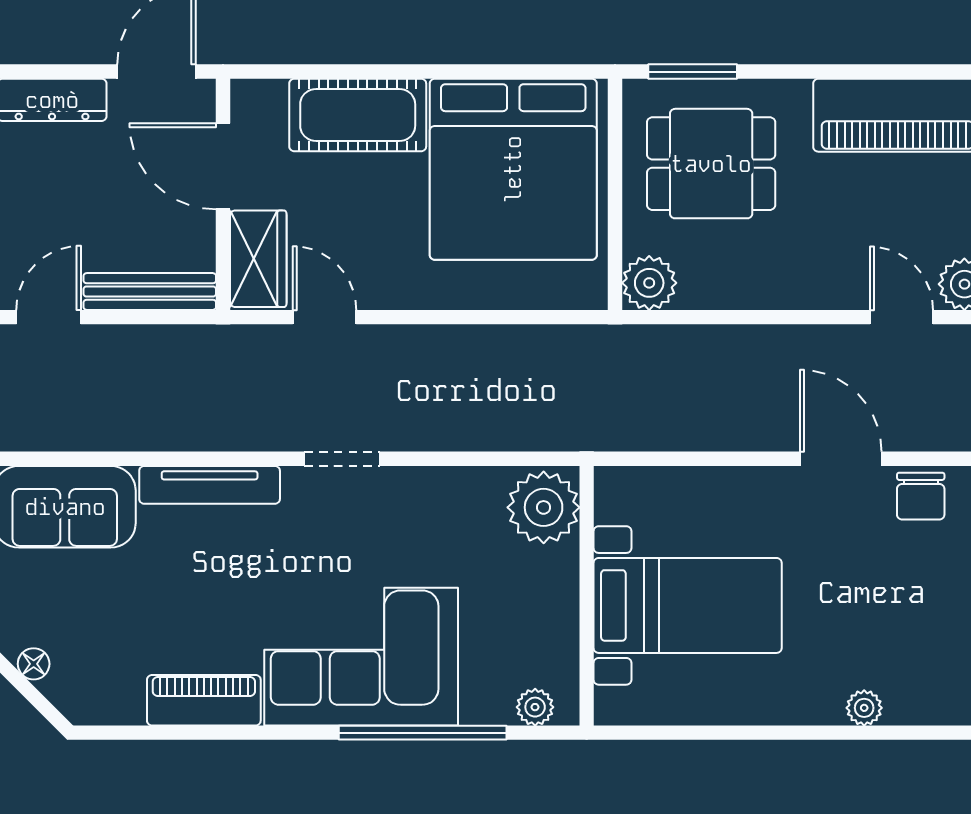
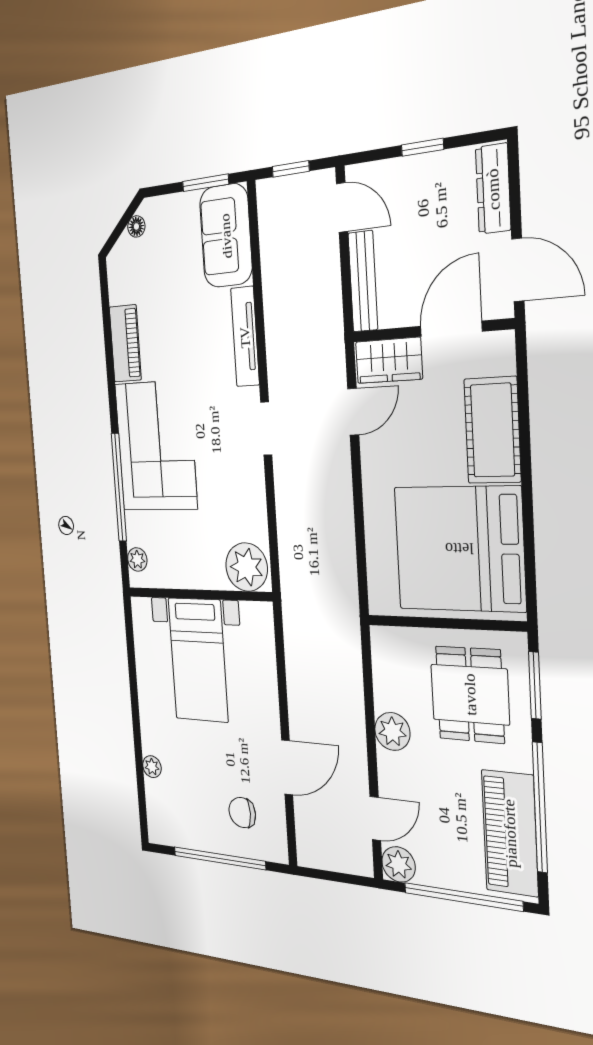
window: (857, 72) -> (540, 808), added
plant: (649, 283) -> (392, 731), moved
chair: (921, 496) -> (242, 813), moved

